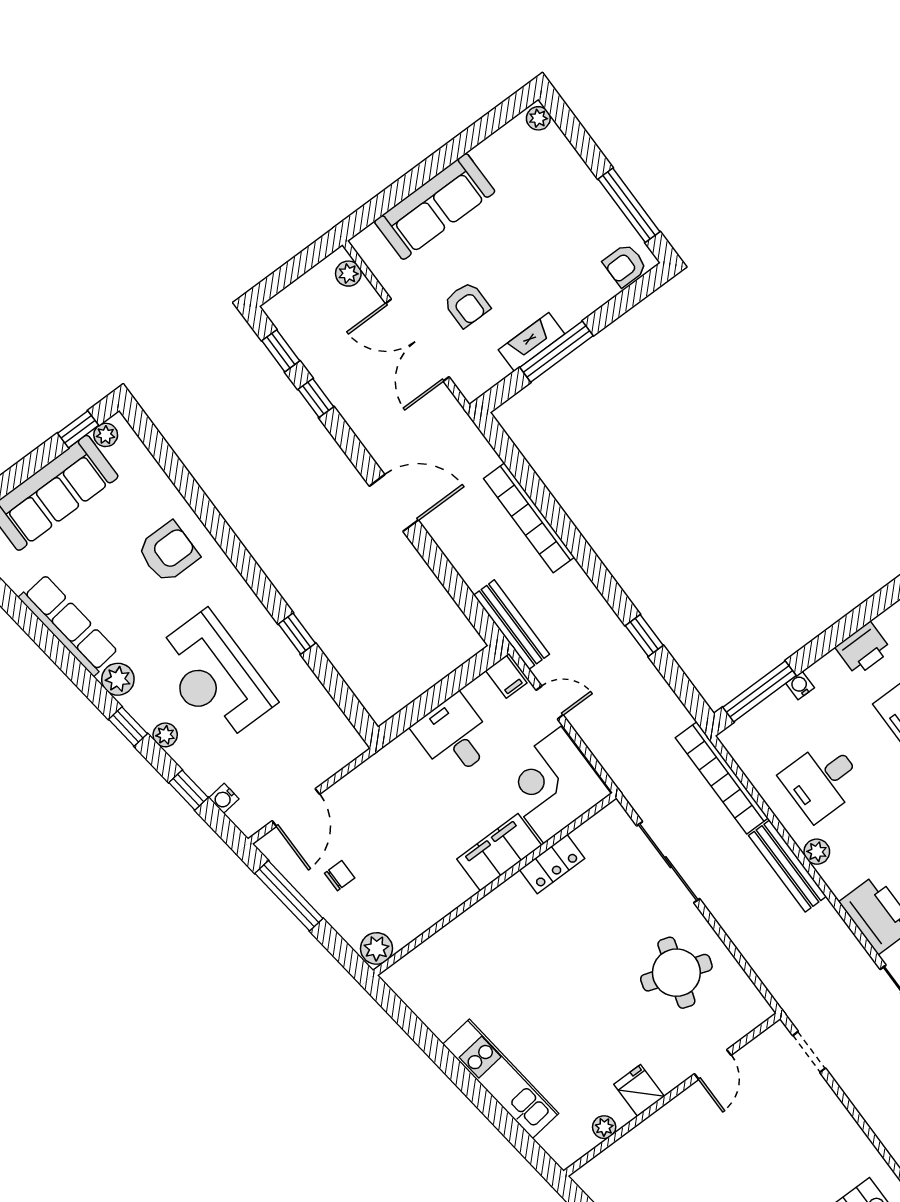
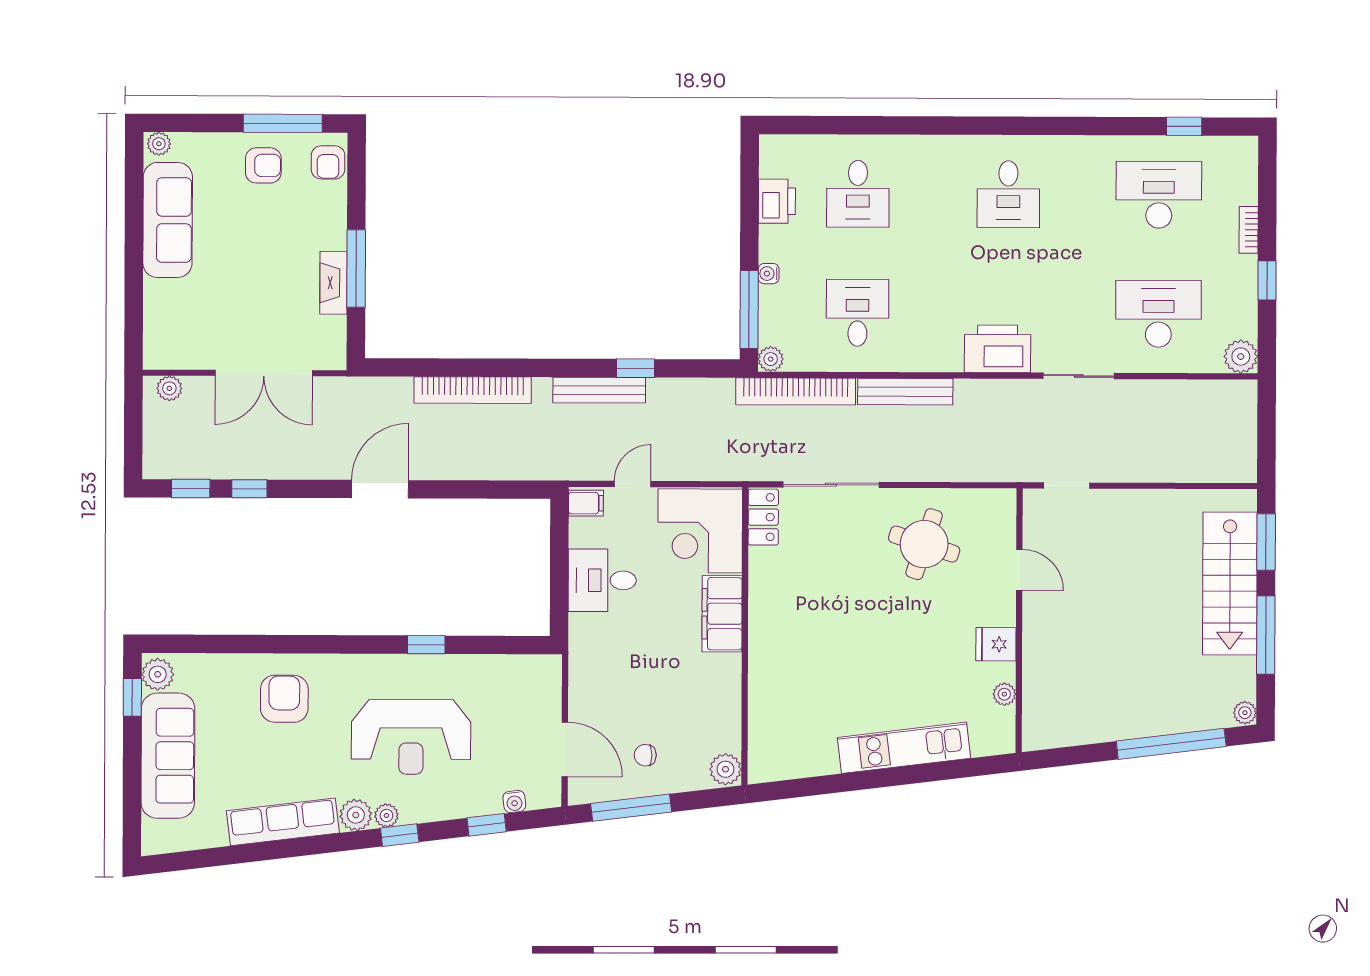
sofa: (435, 206) -> (168, 220), moved
armchair: (467, 305) -> (263, 165), moved
plant: (106, 435) -> (158, 674), width x1.38, depth x1.38
bench: (512, 625) -> (599, 390), moved
plant: (165, 735) -> (386, 815), moved
desk: (822, 780) -> (857, 313), turned 180
plant: (817, 852) -> (771, 359), moved
locker: (552, 864) -> (763, 517), moved
chair: (340, 876) -> (645, 755), turned -90

